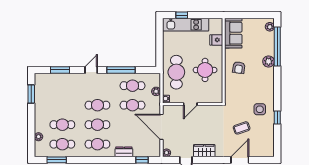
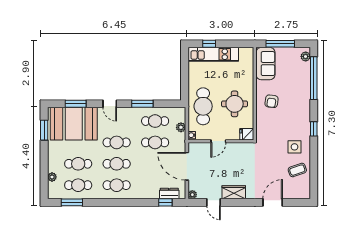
window: (247, 15) -> (280, 44), added
fridge: (216, 40) -> (247, 134), moved
plant: (269, 61) -> (304, 95), removed
door: (91, 70) -> (110, 104), swing flipped
window: (121, 70) -> (142, 104), width x0.69
booth: (58, 88) -> (74, 124), added
window: (277, 118) -> (314, 129), moved
coffee table: (242, 128) -> (297, 170), moved
dresser: (124, 152) -> (169, 194), moved

